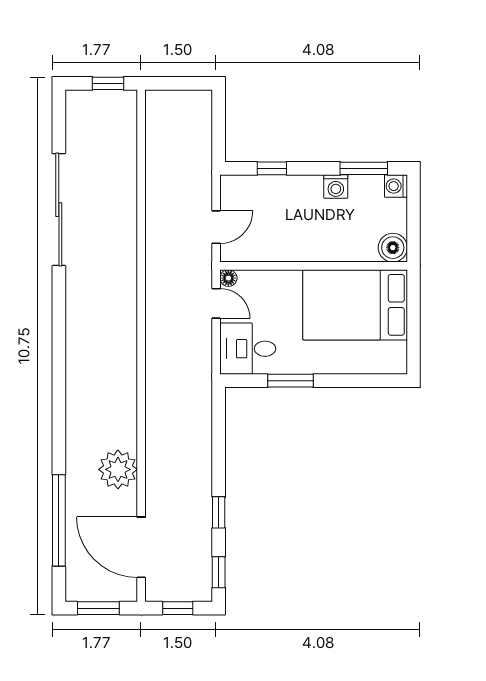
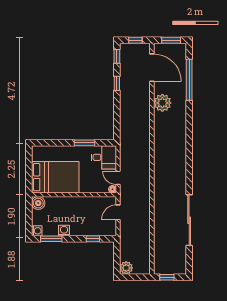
plant: (198, 104) -> (126, 268), added

